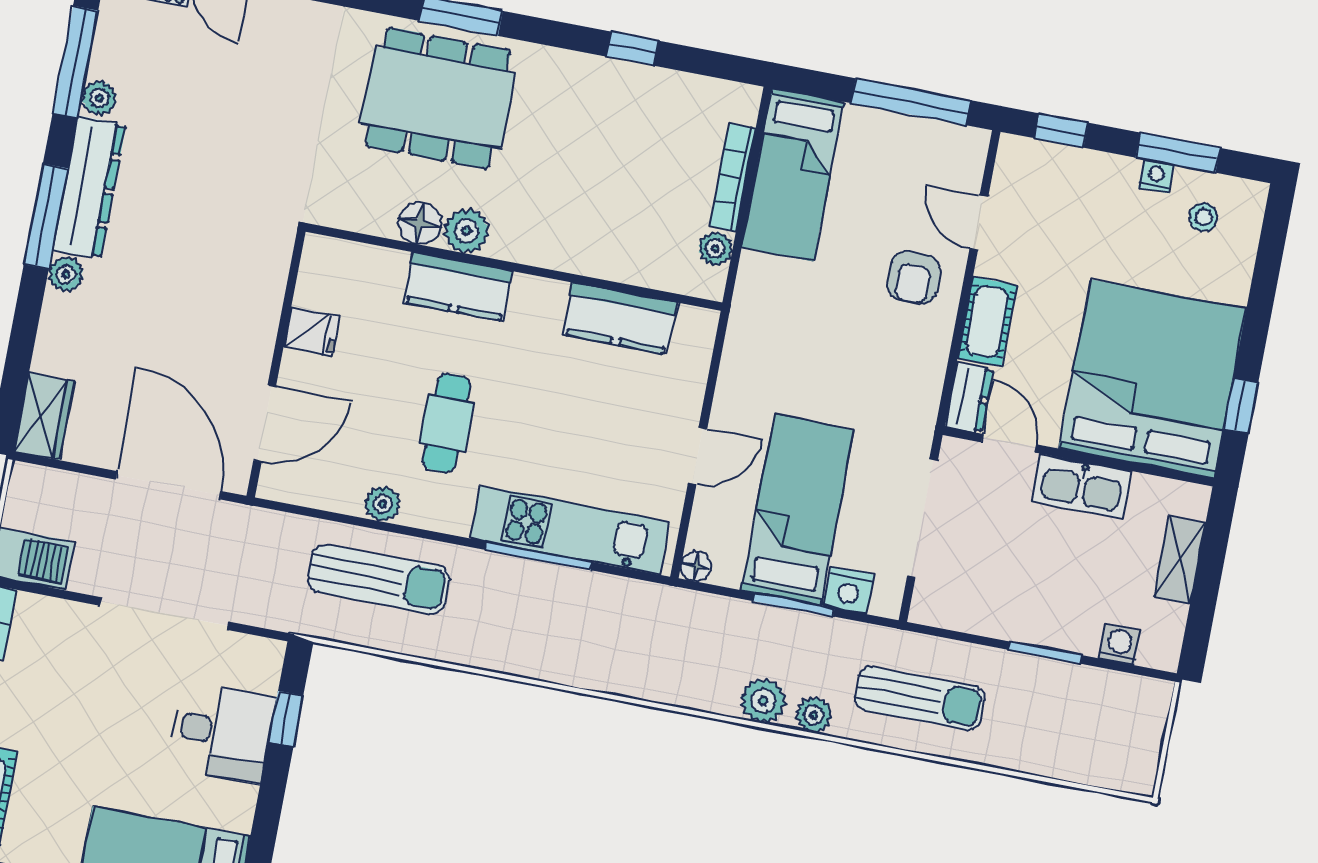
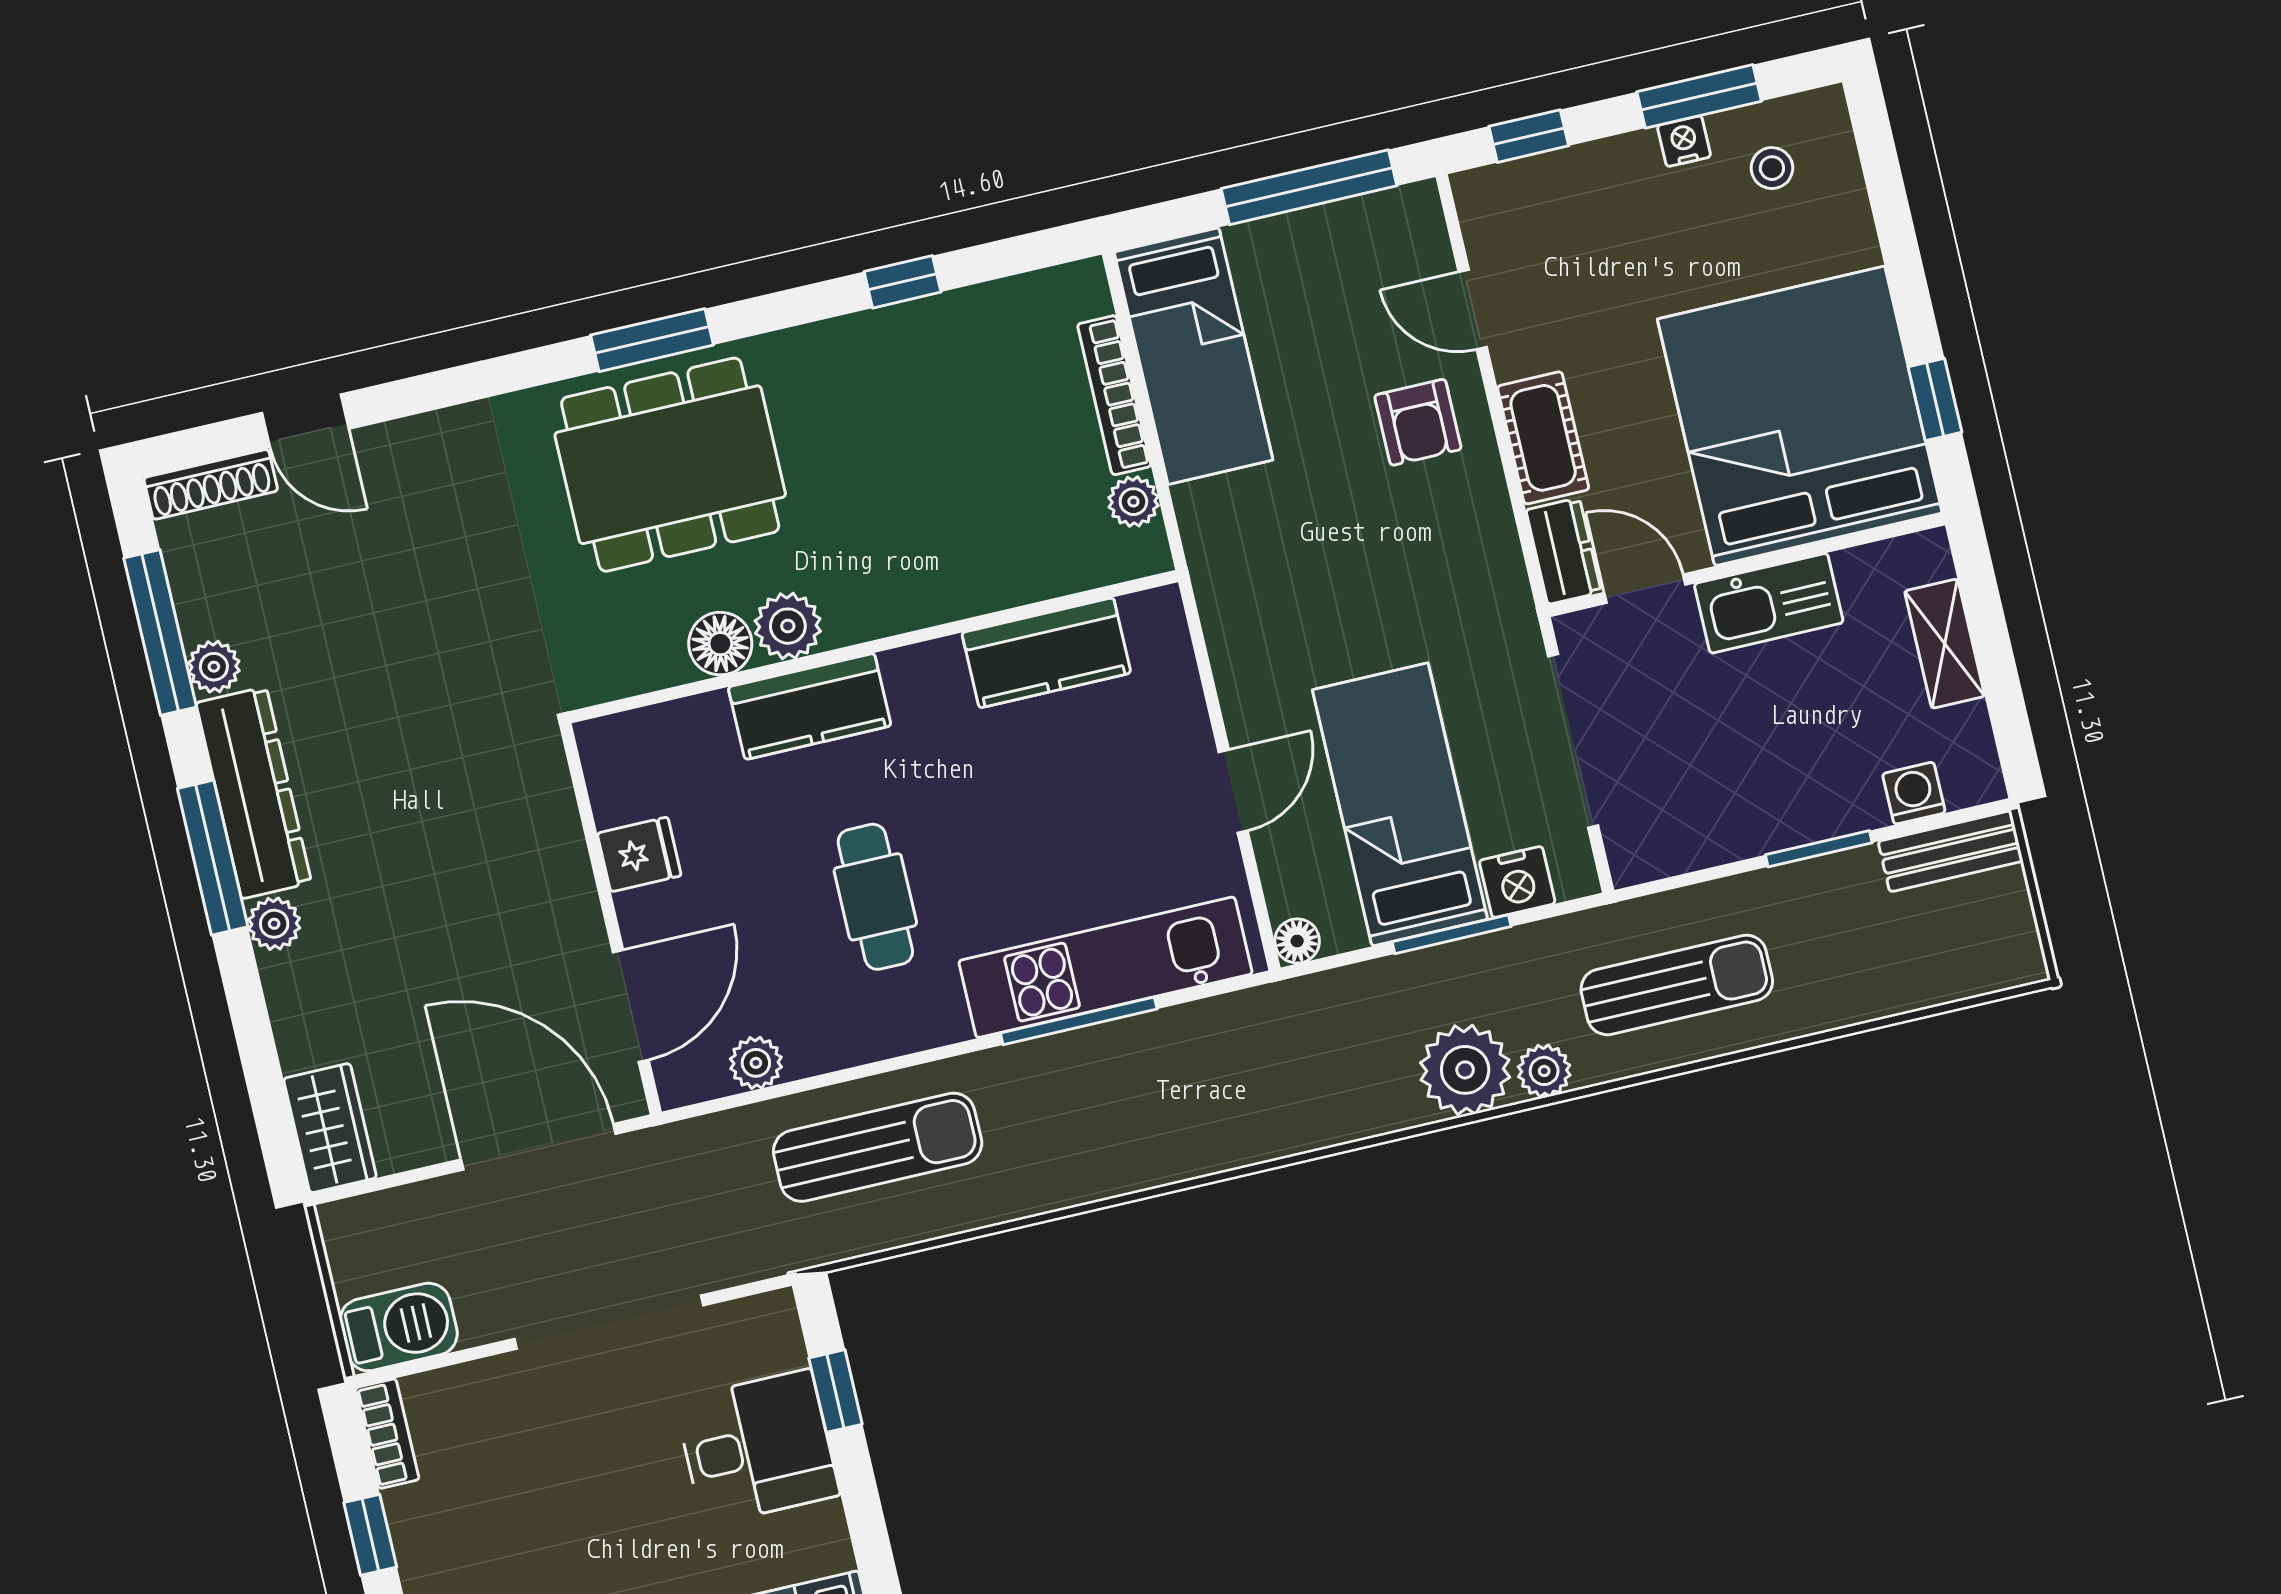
plant: (382, 504) -> (756, 1063), moved
bench: (1126, 690) -> (1951, 851), added
plant: (763, 701) -> (1465, 1070), width x1.36, depth x1.36

